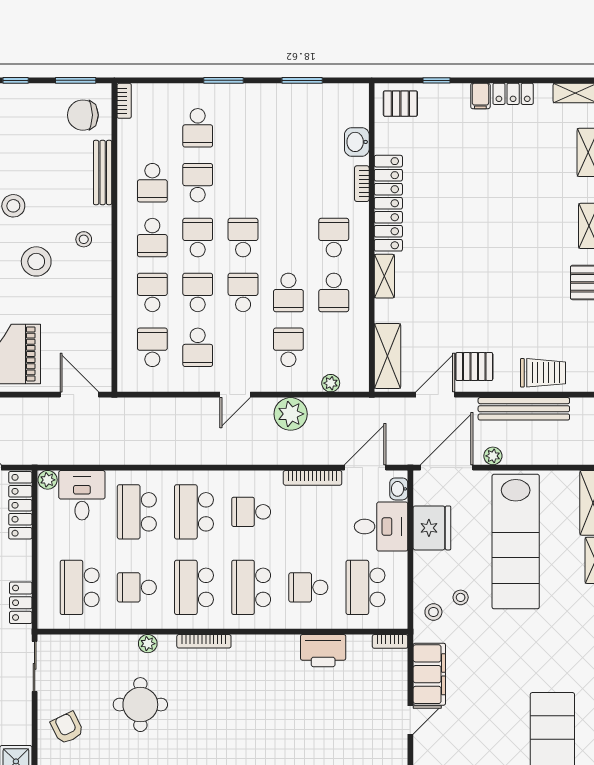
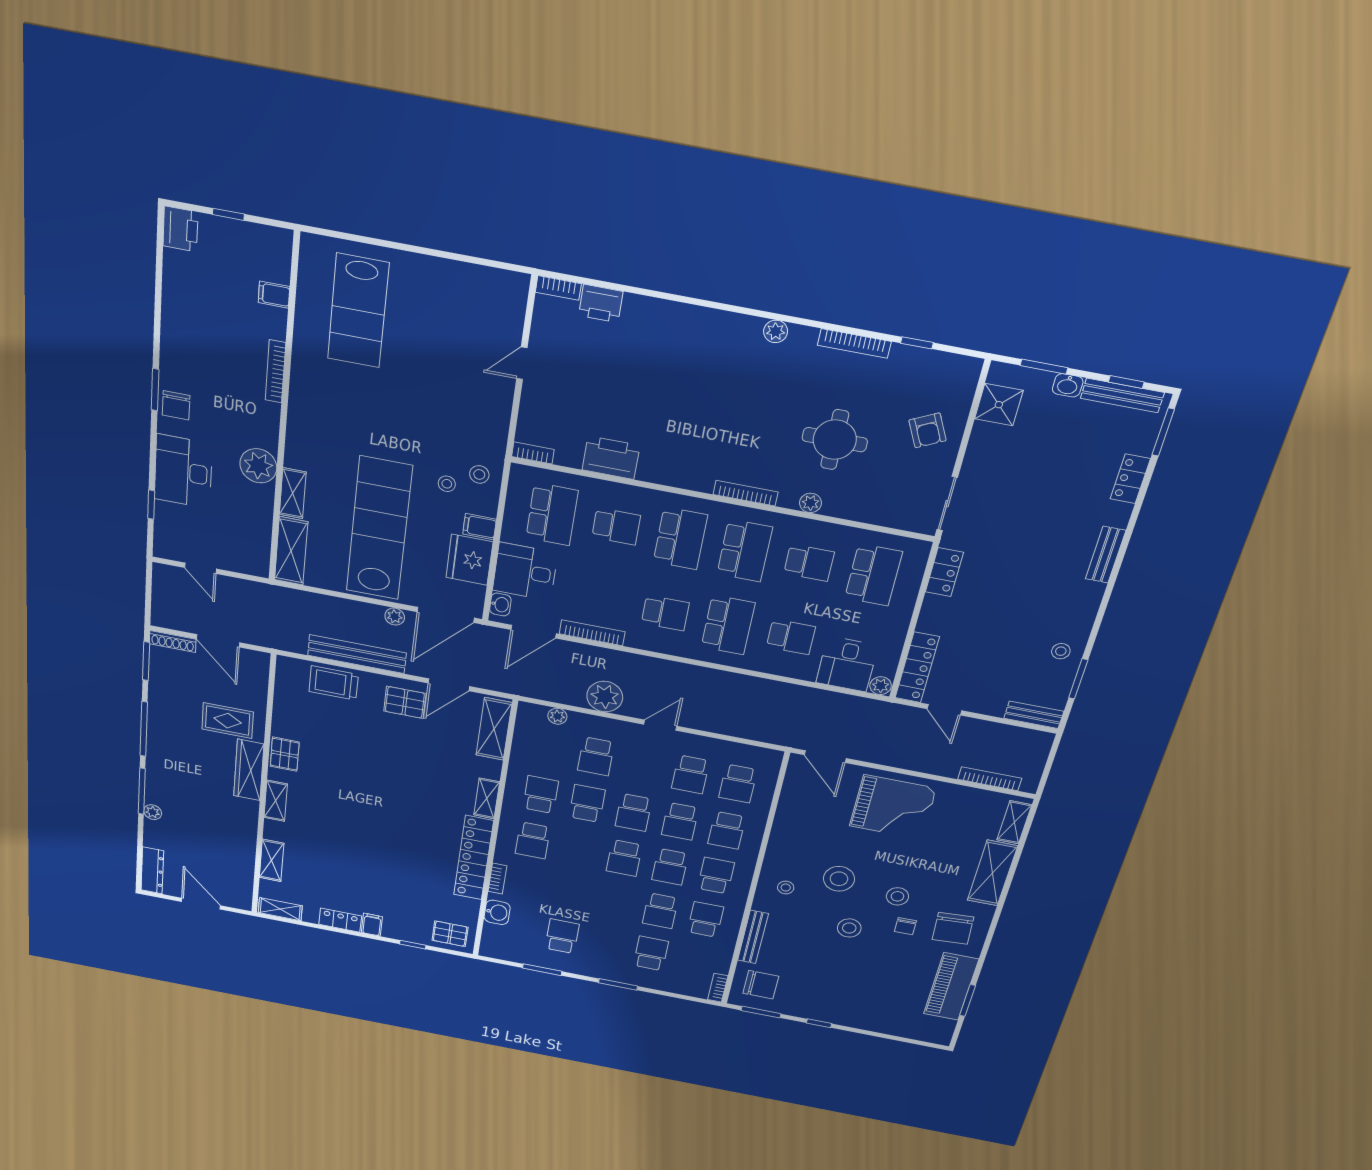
school desk: (288, 128) -> (562, 936), added
school desk: (198, 347) -> (691, 774), turned 180
school desk: (137, 512) -> (791, 637), width x0.54
filing cabinet: (429, 674) -> (480, 527), moved, width x0.33, depth x0.86

